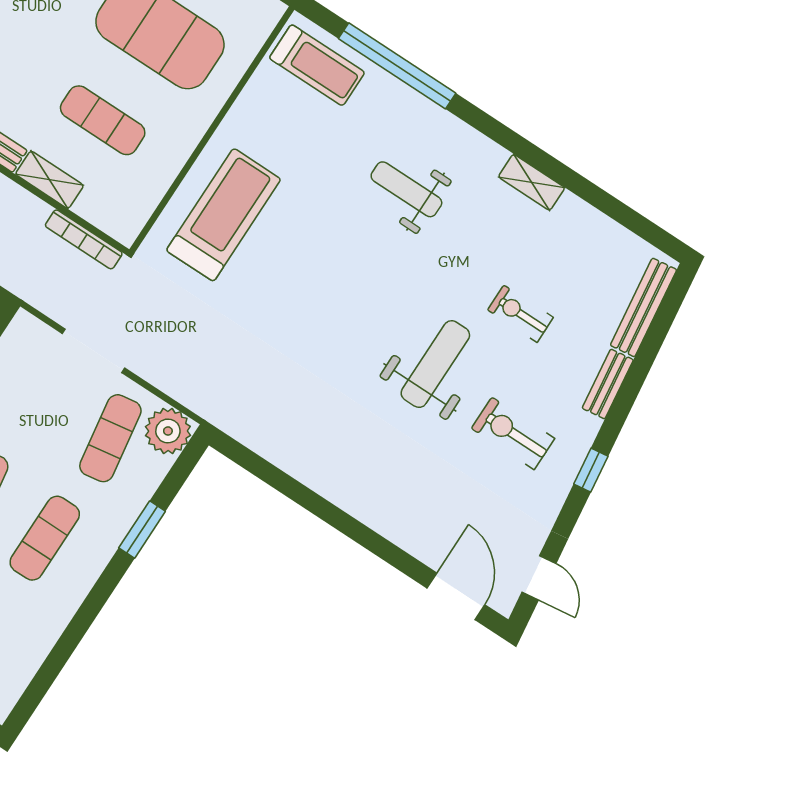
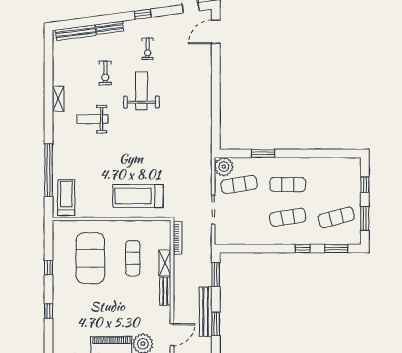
weight bench: (406, 189) -> (92, 119), moved, turned 90
weight bench: (435, 364) -> (141, 91), turned 90
exercise bike: (513, 433) -> (148, 49), width x0.73, depth x0.72

